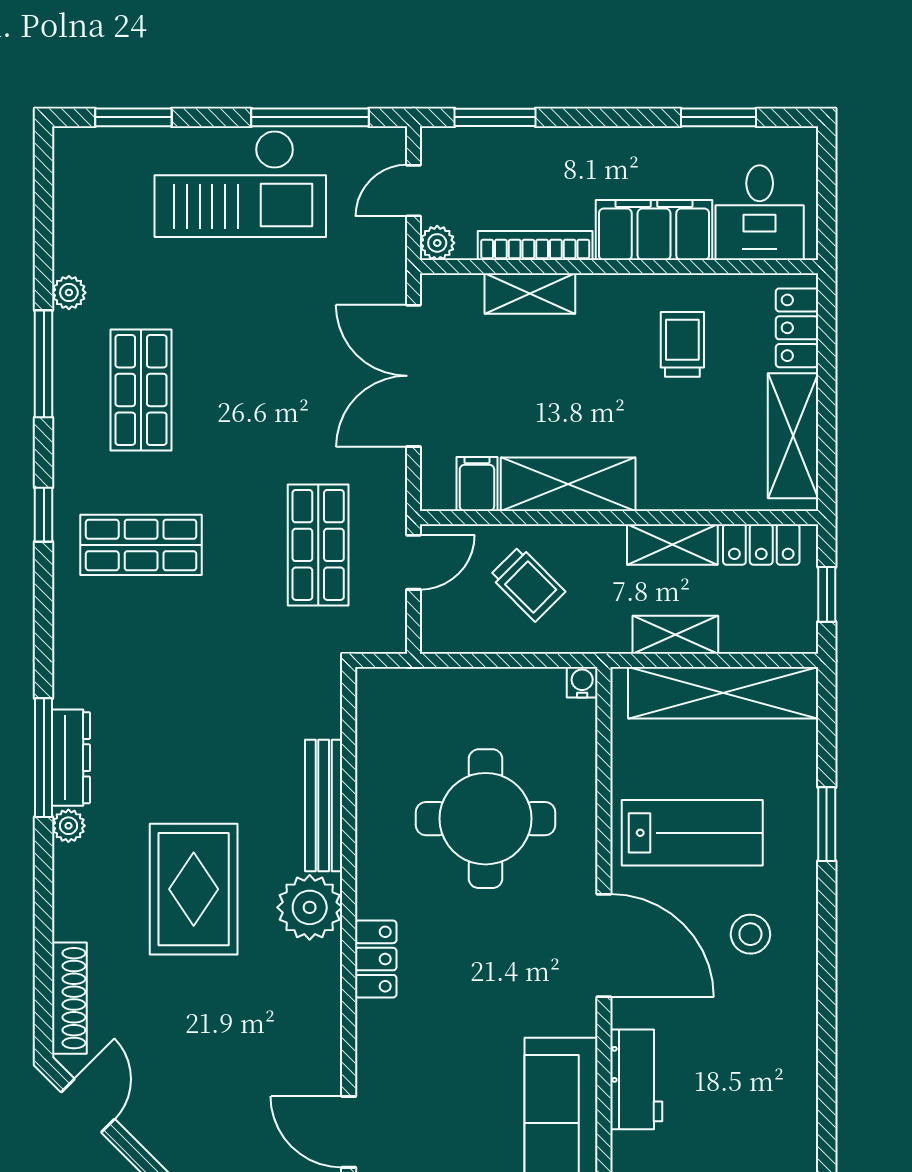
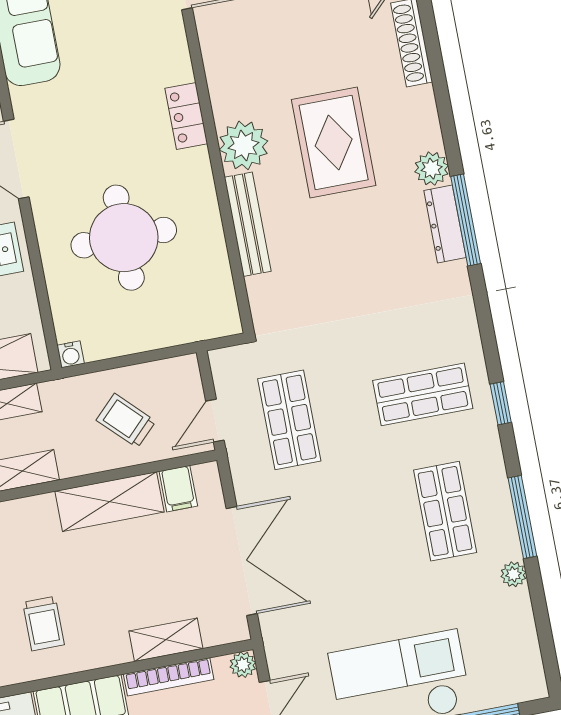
plant: (68, 826) -> (432, 169), width x1.38, depth x1.38

